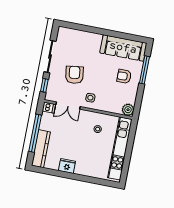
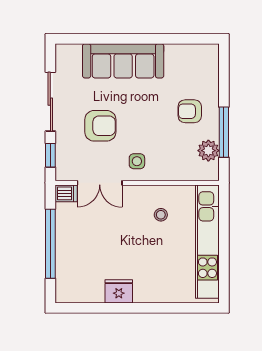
sofa: (123, 48) -> (123, 61), moved
window: (144, 70) -> (224, 132), moved
armchair: (74, 75) -> (100, 126), turned 98
plant: (128, 110) -> (208, 151), moved
kitchen counter: (41, 149) -> (66, 270), removed

